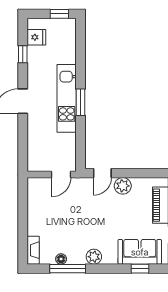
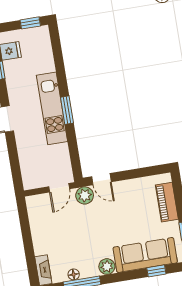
door: (102, 173) -> (101, 179), hinge flipped
plant: (123, 186) -> (85, 195), moved
sofa: (140, 252) -> (145, 255), width x1.36

